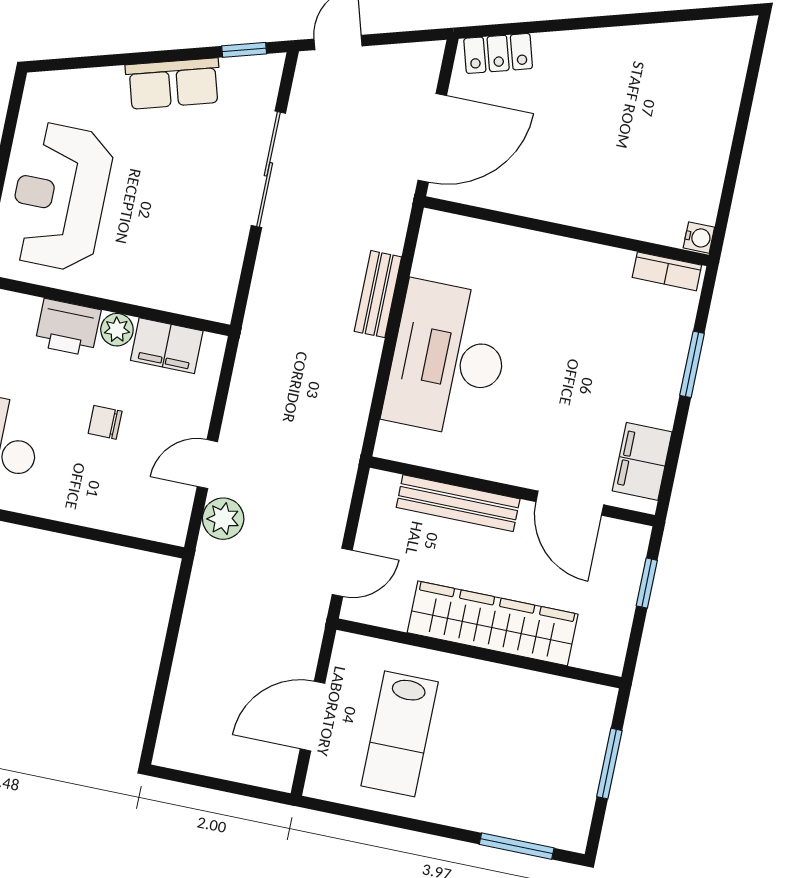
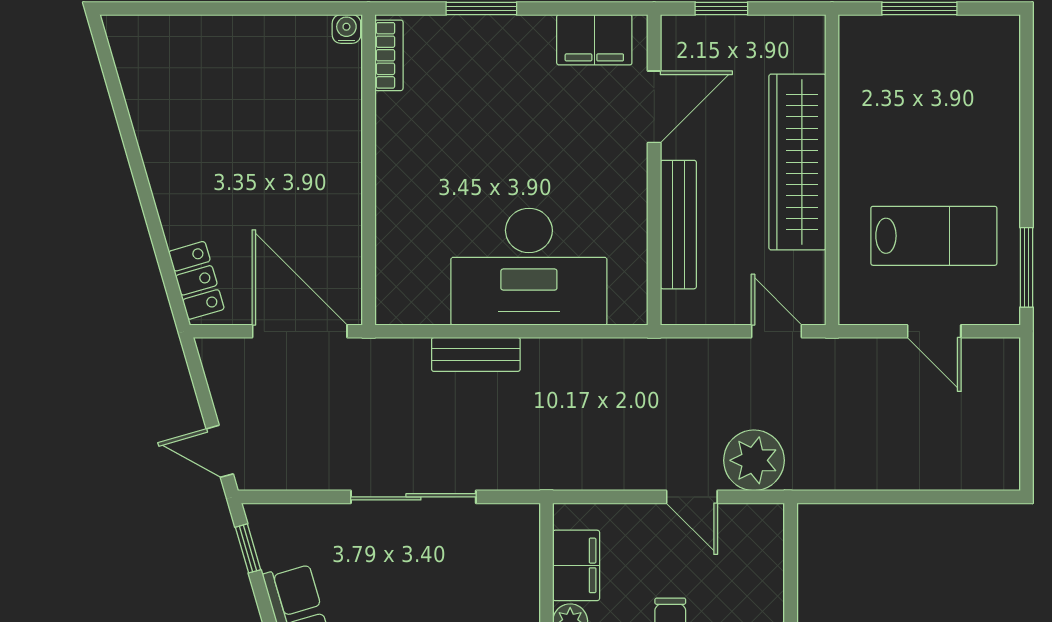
sliding door: (268, 169) -> (413, 497), moved
plant: (223, 519) -> (754, 460), width x1.36, depth x1.36
door: (312, 716) -> (934, 331), width x0.73
window: (517, 846) -> (1027, 267), moved

